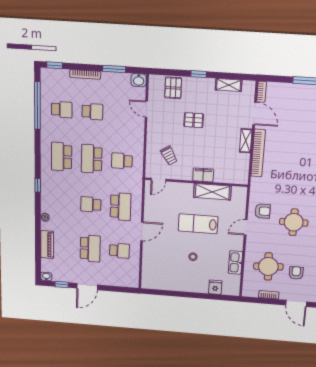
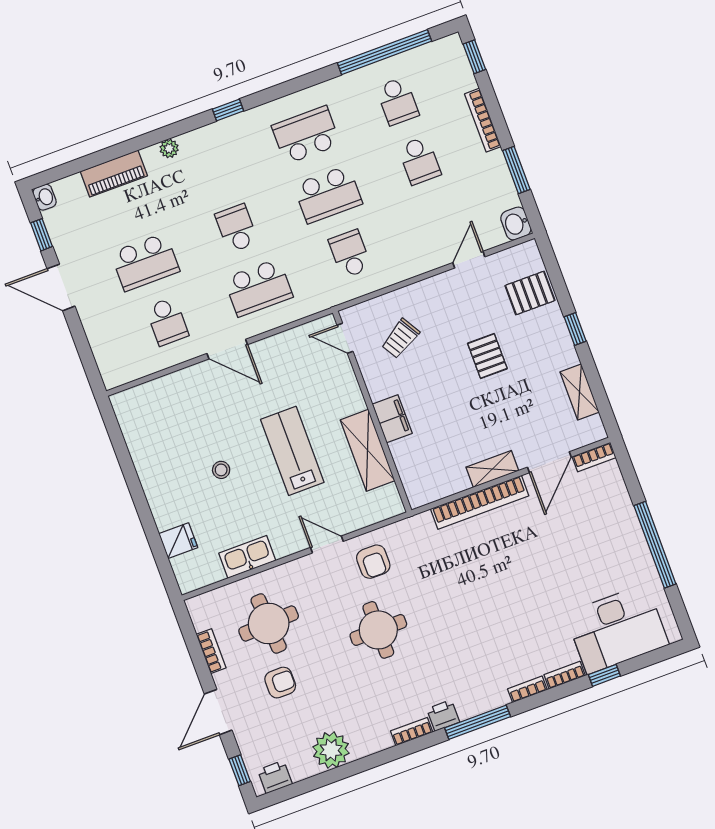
school desk: (92, 159) -> (328, 194), turned 180

